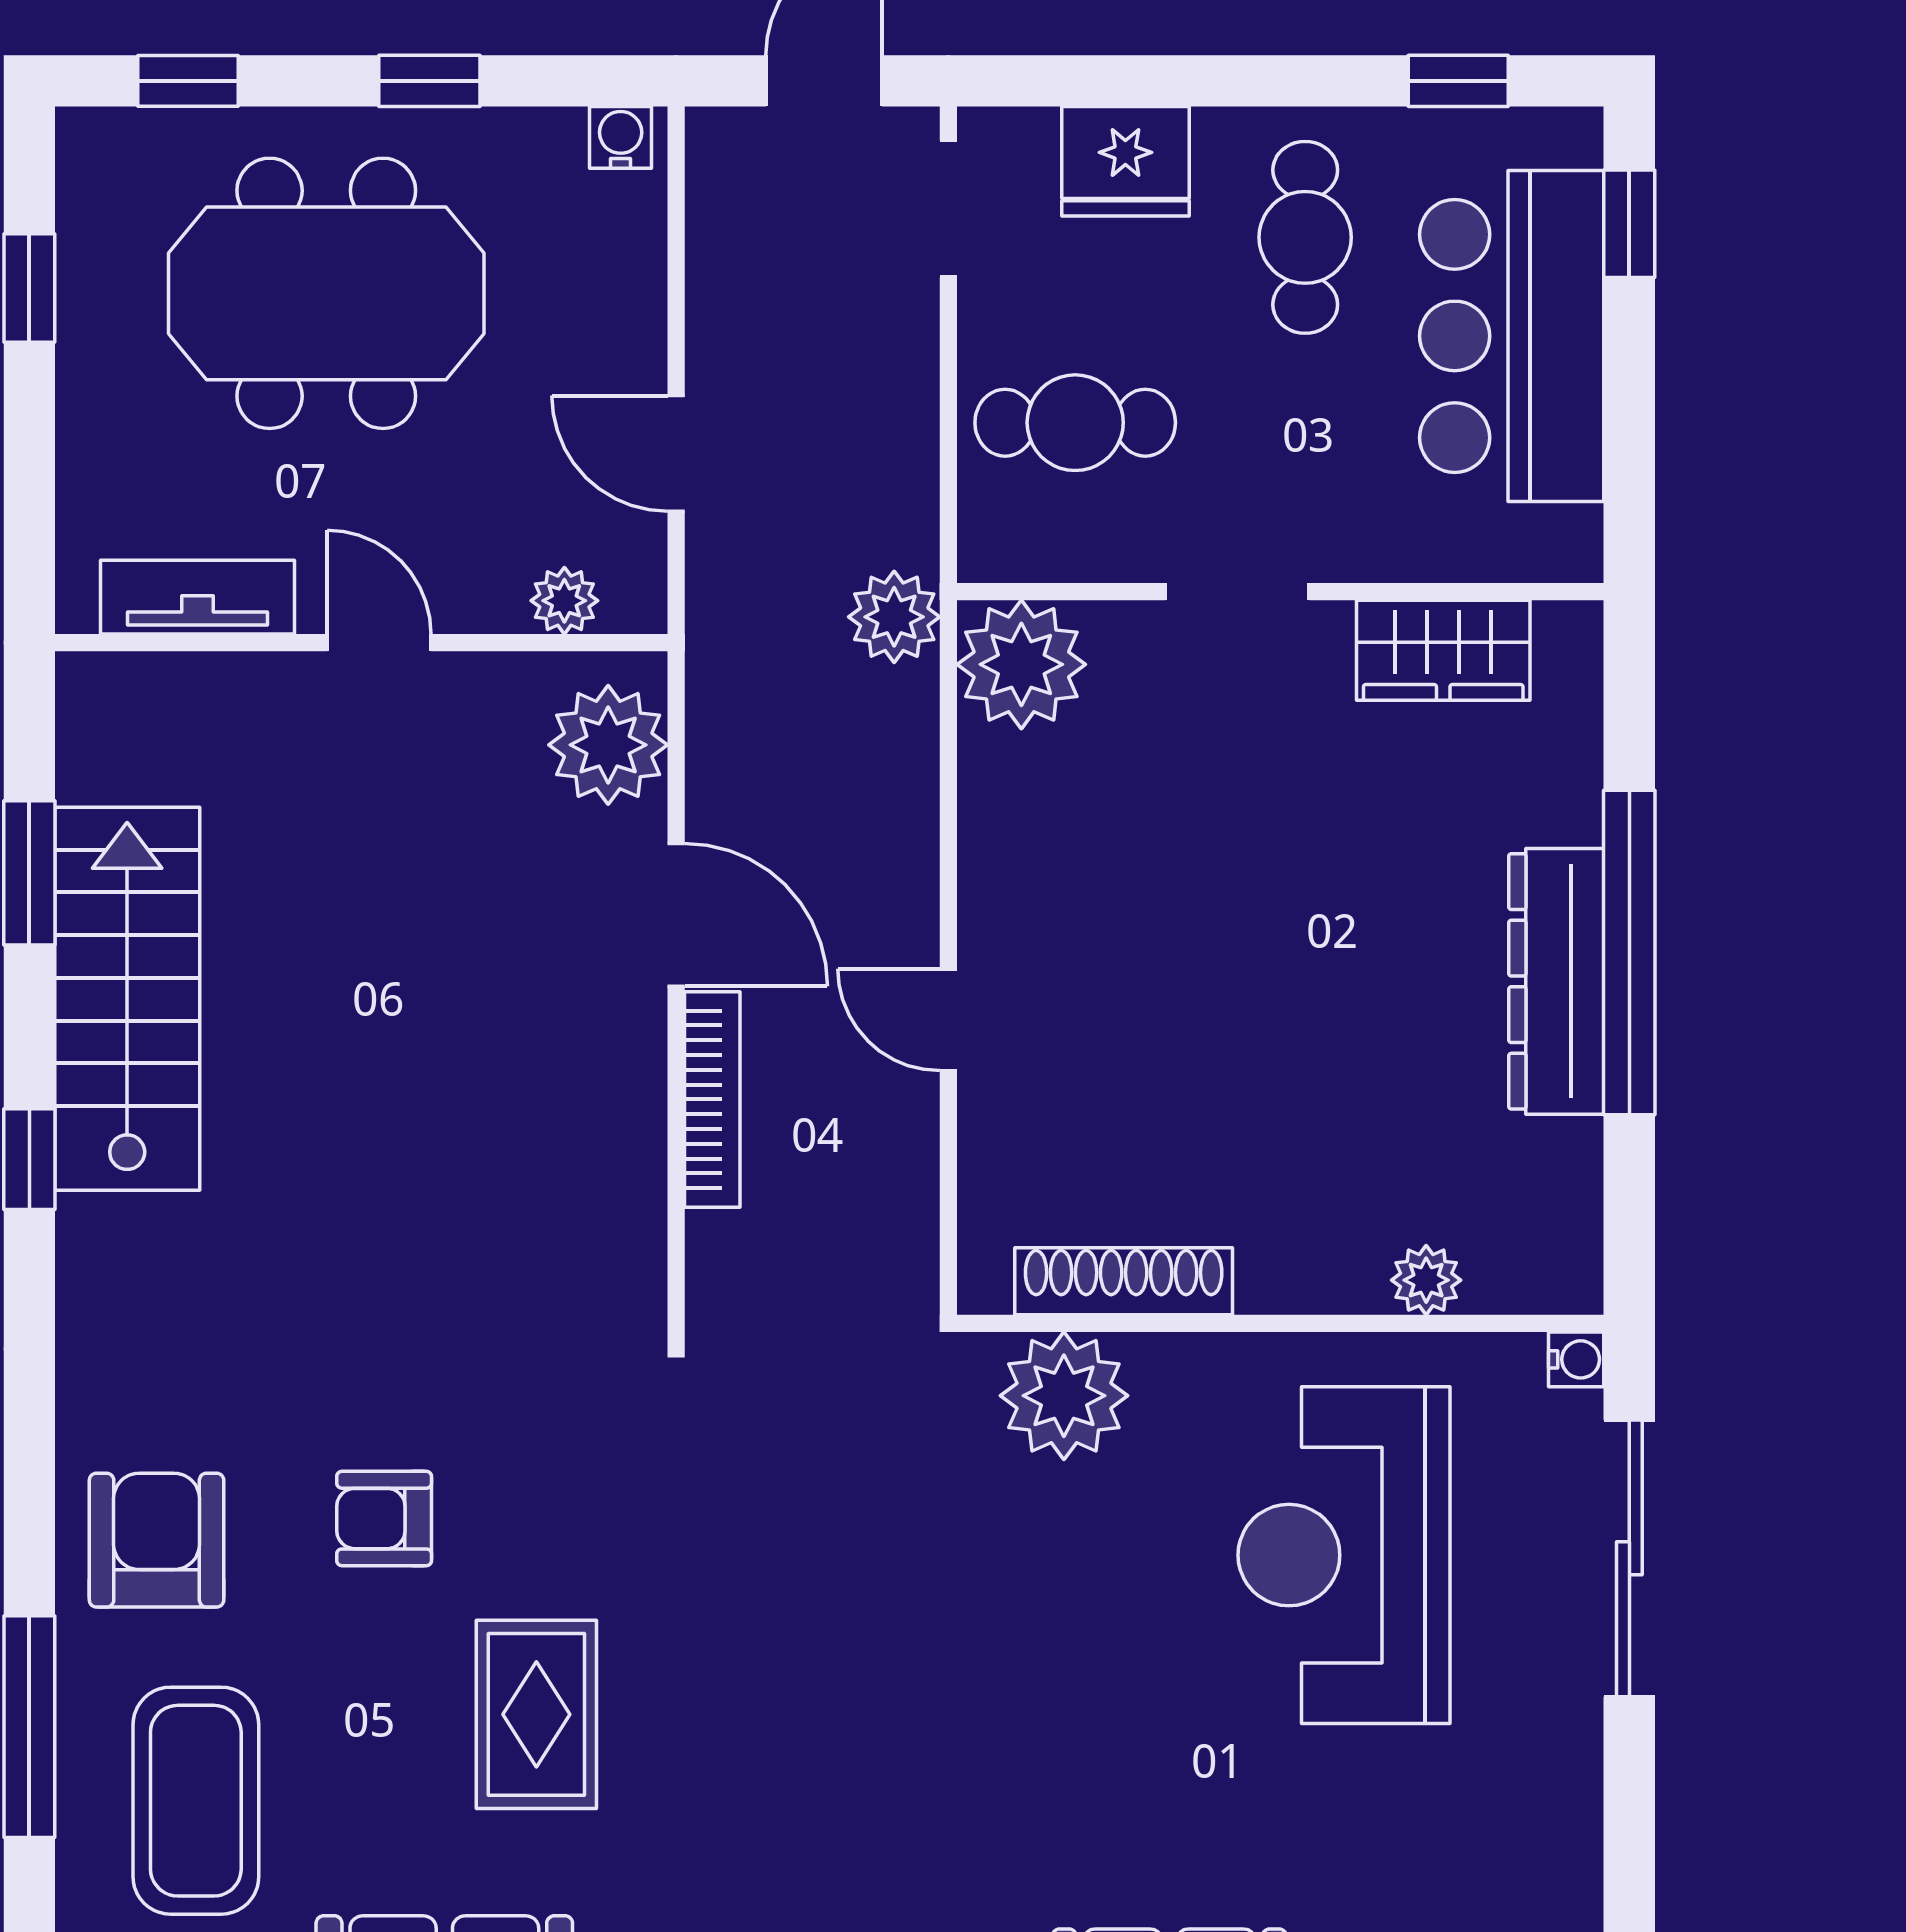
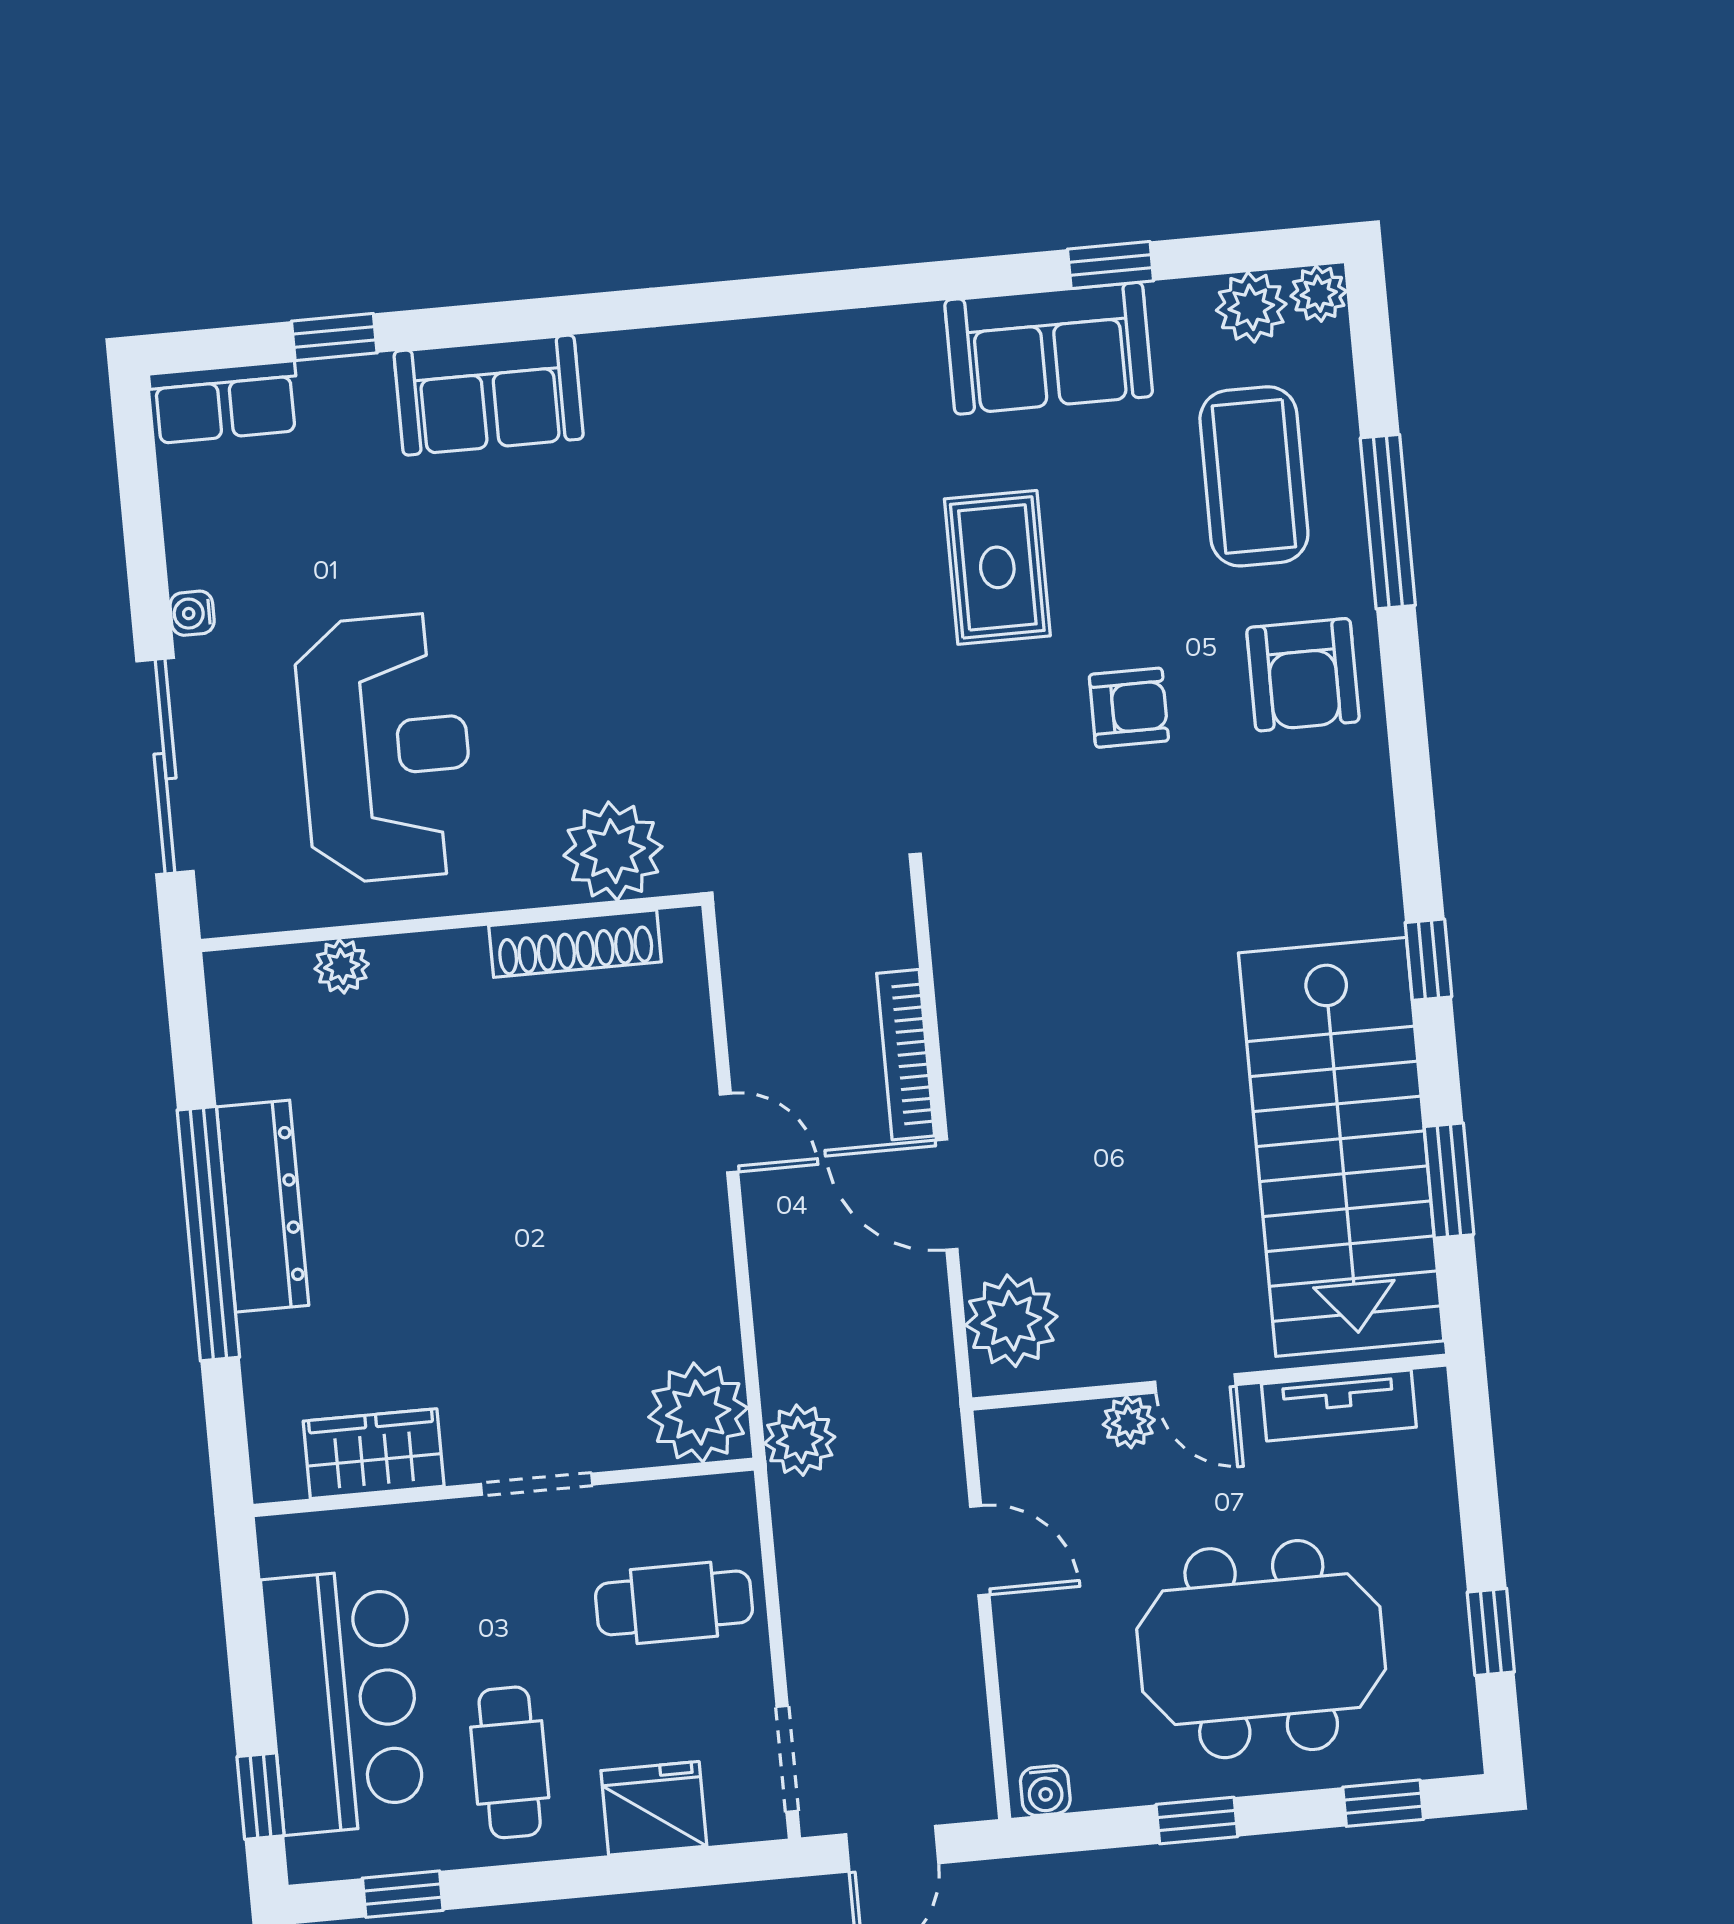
plant: (564, 601) -> (1129, 1422), moved
stairs: (127, 999) -> (1341, 1147), width x1.36, depth x1.51
water cooler: (1576, 1359) -> (192, 613), moved

